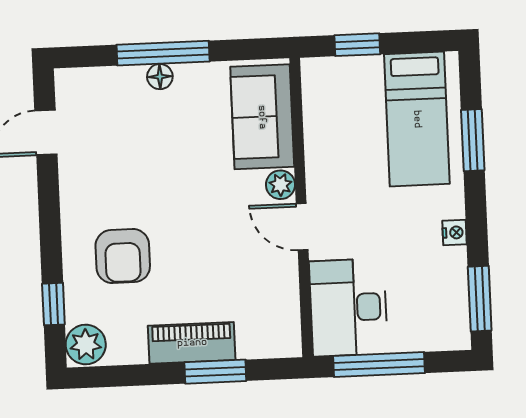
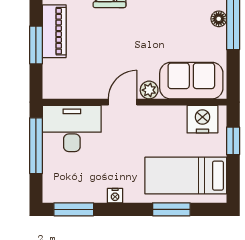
nightstand: (324, 96) -> (202, 119), added

